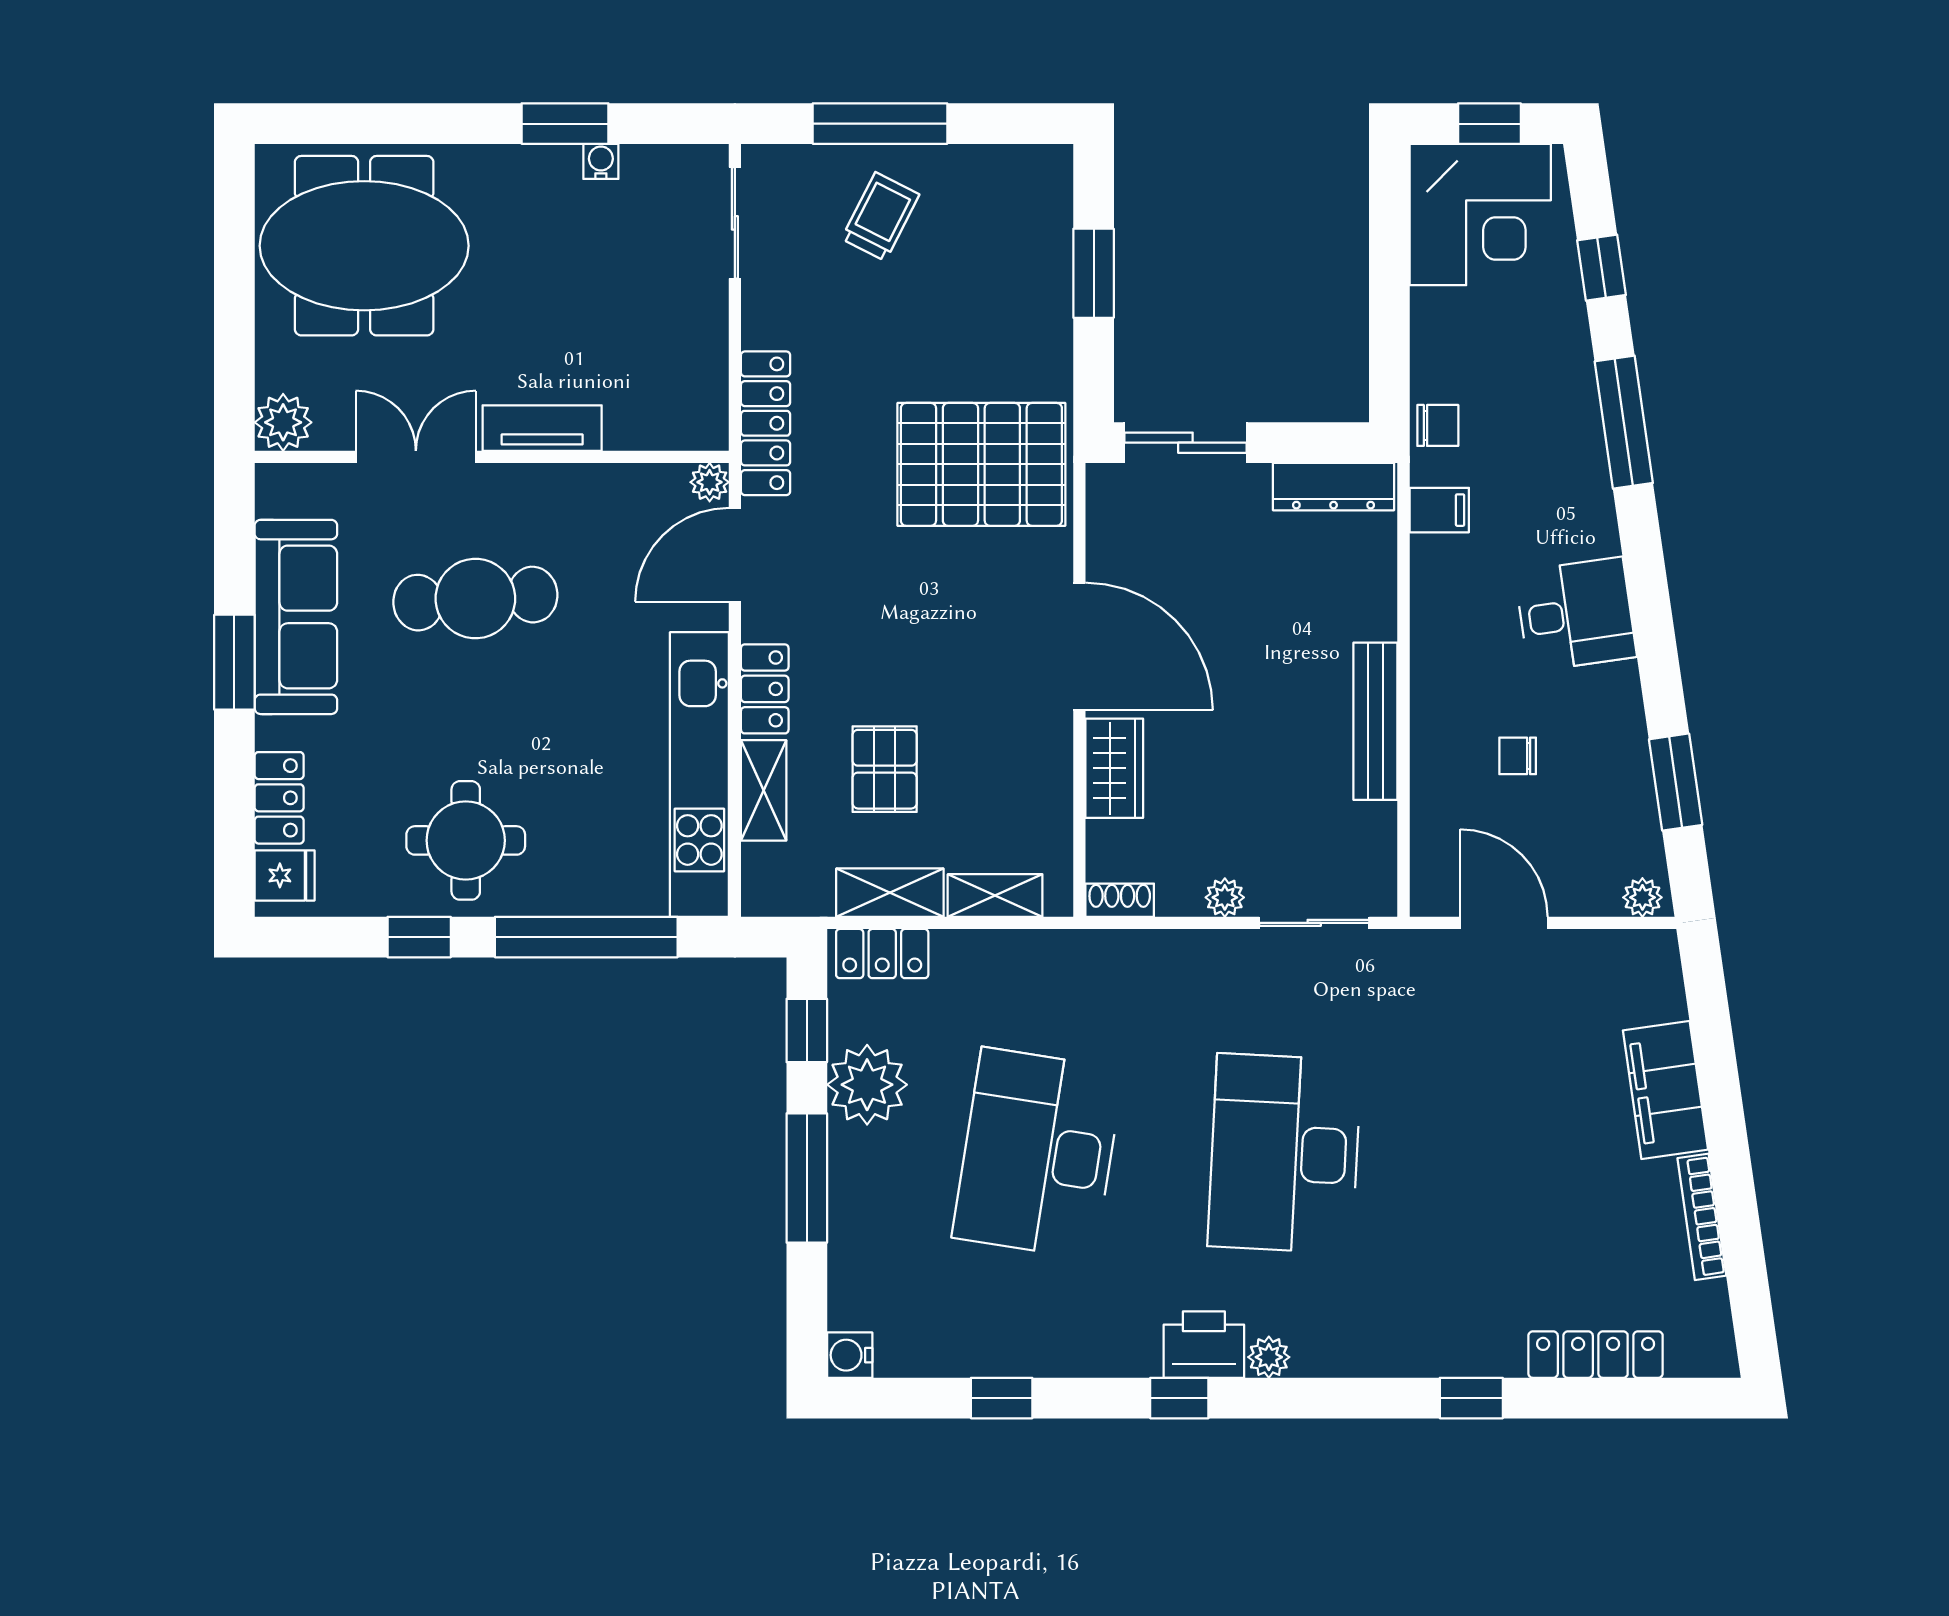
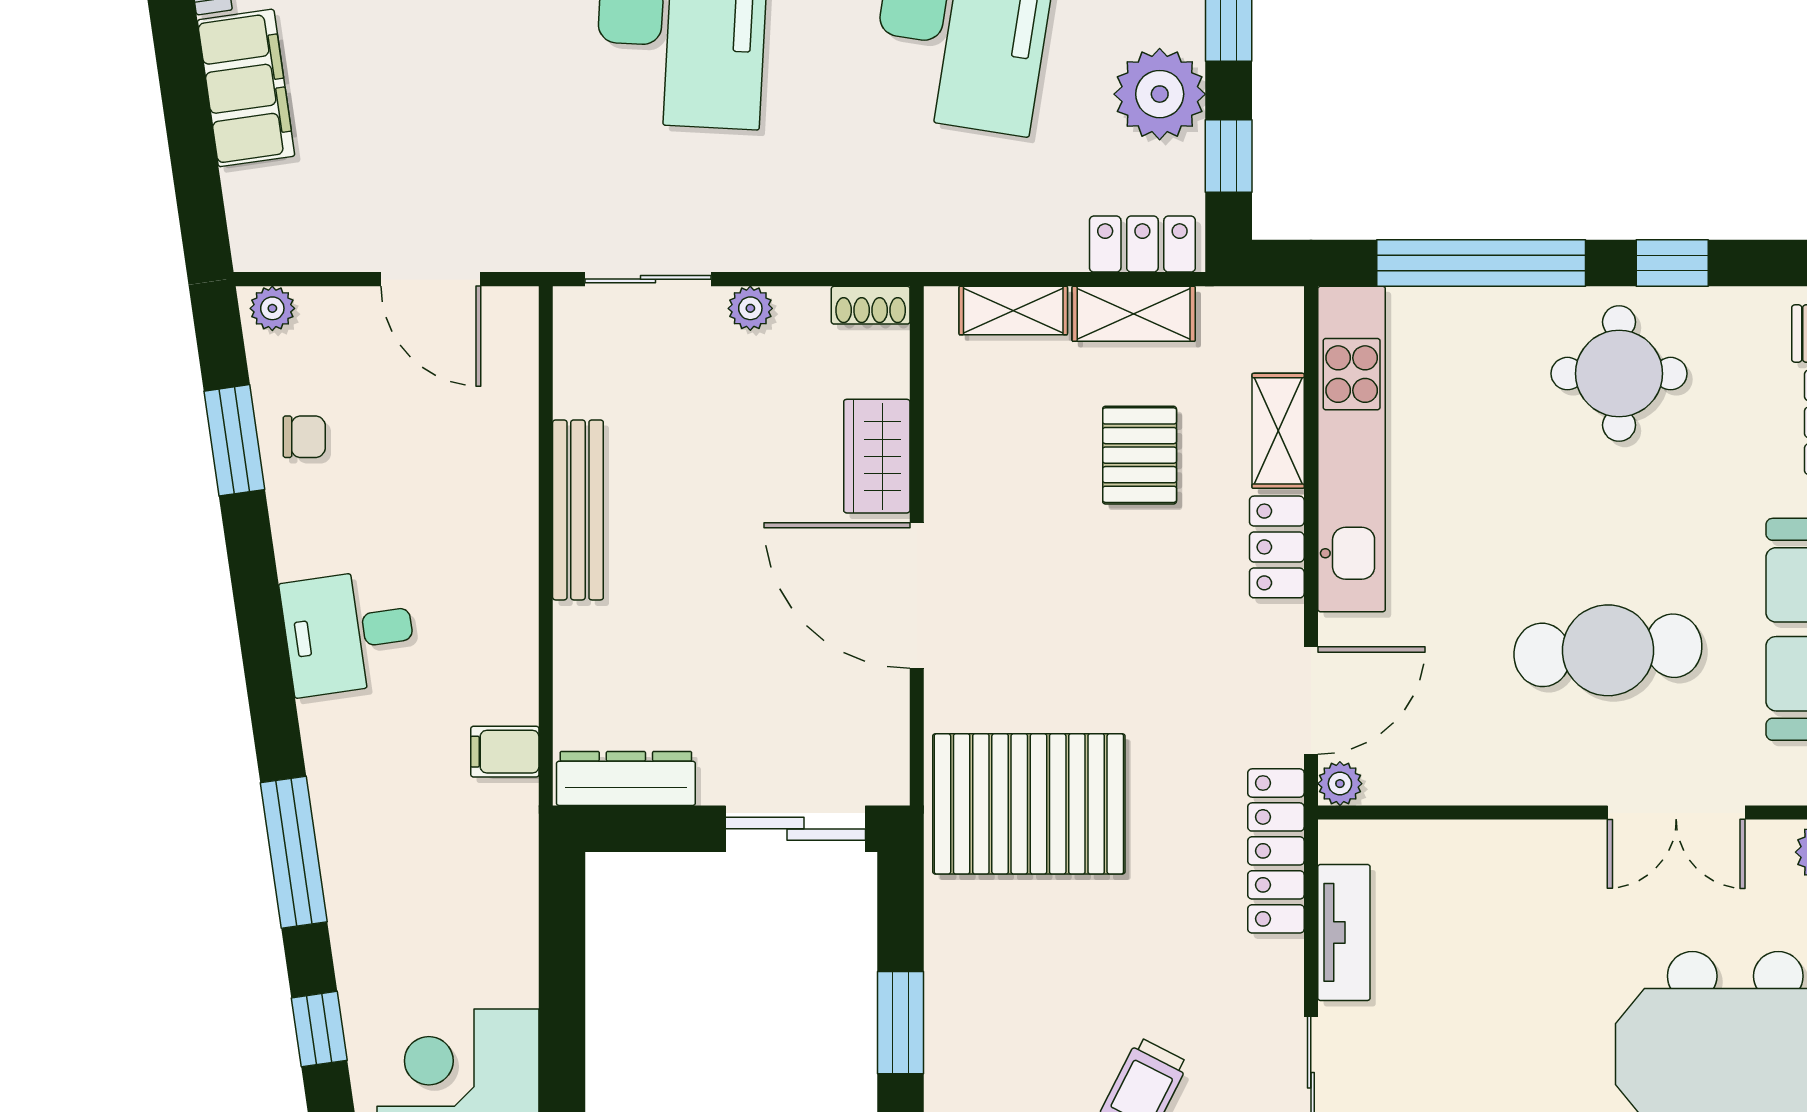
chair: (1438, 425) -> (507, 848), removed
tv unit: (542, 428) -> (1344, 932), moved, turned -90
chair: (1518, 756) -> (304, 437), moved

